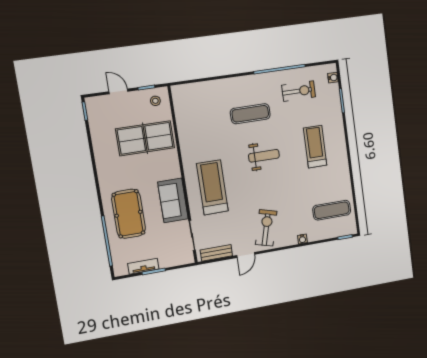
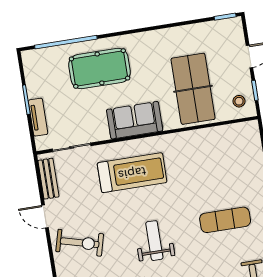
exercise mat: (250, 114) -> (225, 220), turned 90
weight bench: (264, 156) -> (154, 241), moved, turned 180
sofa: (173, 200) -> (135, 120), moved
tv unit: (143, 266) -> (38, 117), moved

